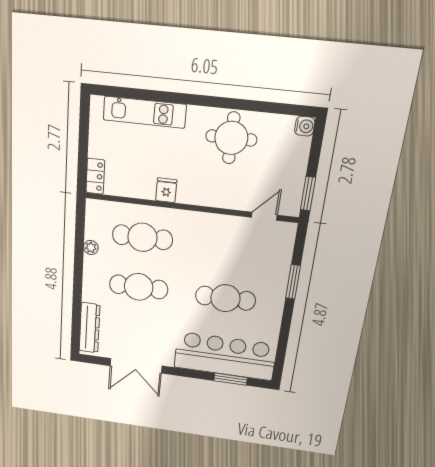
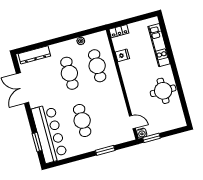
water cooler: (305, 126) -> (142, 133), moved
fridge: (166, 190) -> (122, 55), moved

